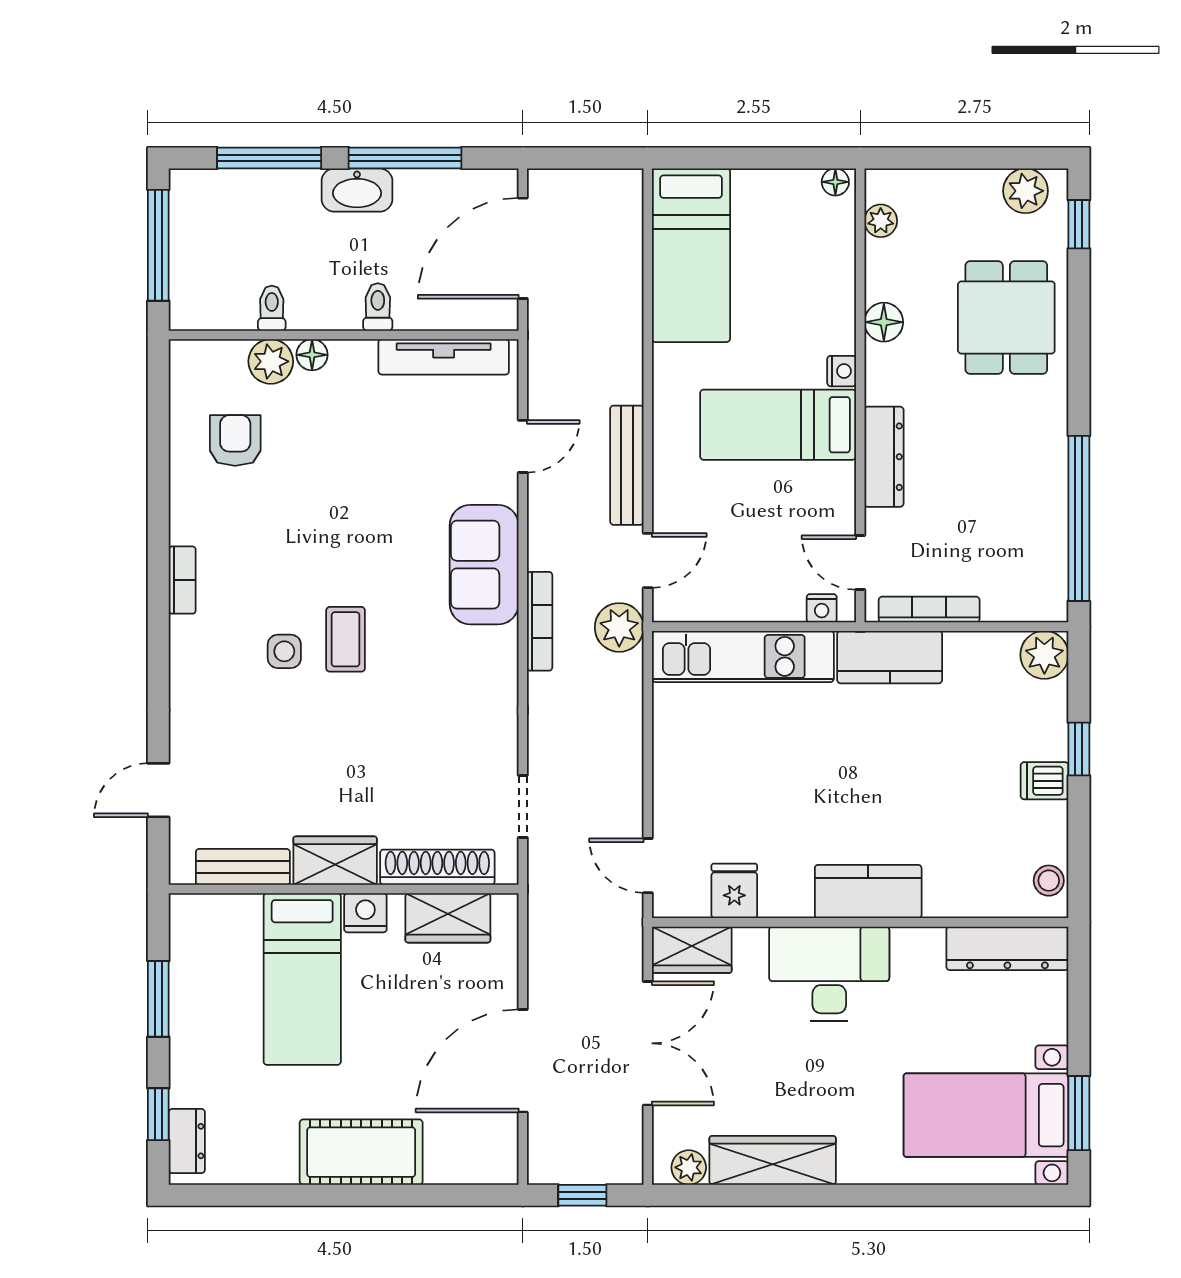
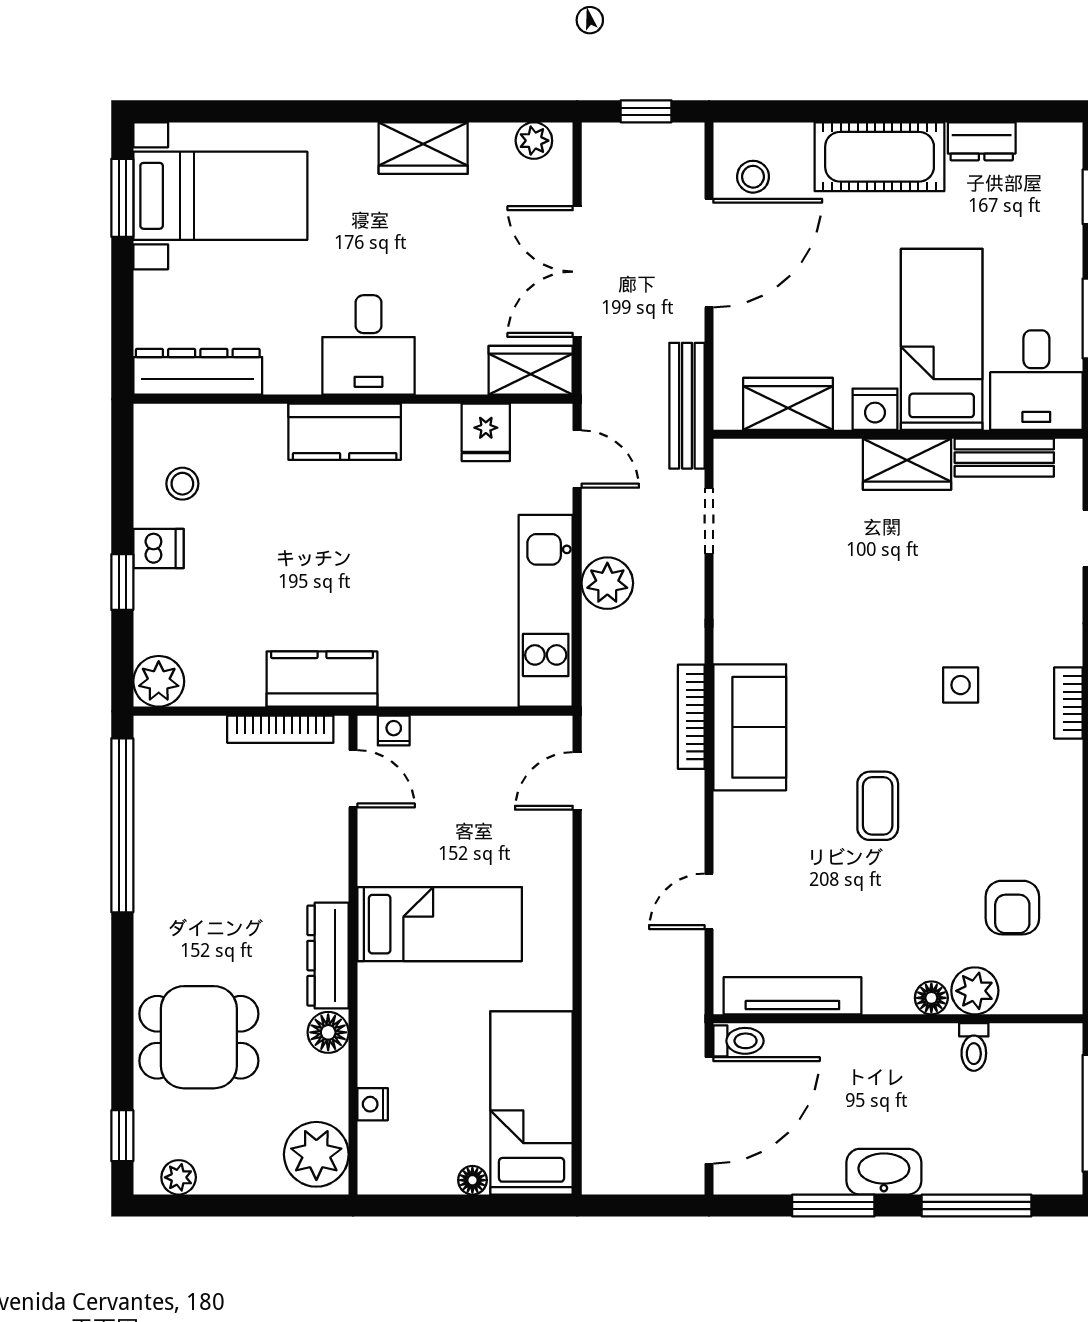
window: (405, 158) -> (833, 1206), width x0.69
floor lamp: (835, 182) -> (472, 1180), moved
plant: (1026, 191) -> (179, 1177), width x0.73, depth x0.73
plant: (881, 221) -> (316, 1154), width x1.88, depth x1.88
toilet: (378, 307) -> (739, 1041), moved, turned -90
dining table: (1006, 317) -> (199, 1037), turned 90
nightstand: (842, 371) -> (373, 1104), moved
dresser: (884, 457) -> (328, 956), moved
bench: (627, 465) -> (687, 406), moved
sofa: (484, 565) -> (750, 727), moved
bookcase: (182, 580) -> (1068, 703), moved
plant: (619, 627) -> (607, 583), moved
coffee table: (346, 639) -> (878, 806), moved
kitchen unit: (743, 656) -> (546, 611), moved, turned -90
shoe rack: (437, 867) -> (799, 457), removed
stool: (1049, 881) -> (182, 484), moved
desk: (212, 940) -> (1036, 380), added
desk: (829, 974) -> (369, 345), width x0.73
stool: (481, 1133) -> (753, 177), added
dresser: (187, 1141) -> (982, 141), moved, turned -90
wardrobe: (773, 1160) -> (423, 148), width x0.67

